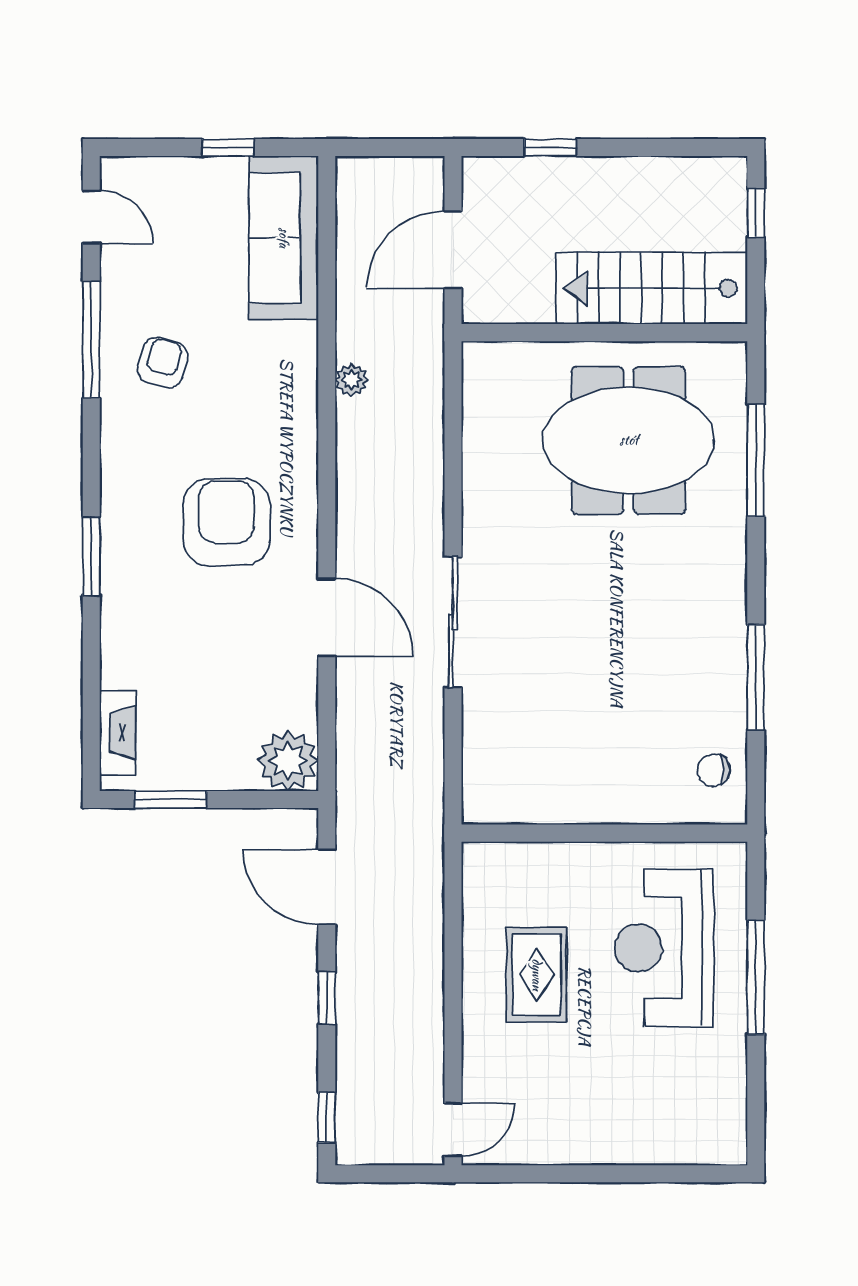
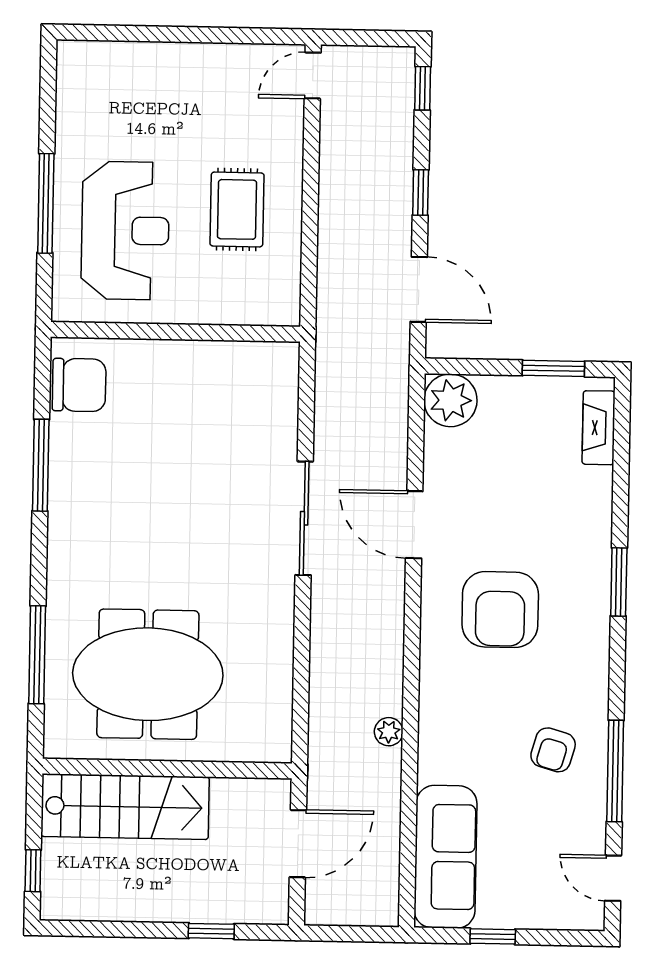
chair: (714, 770) -> (79, 385), width x1.87, depth x1.87

